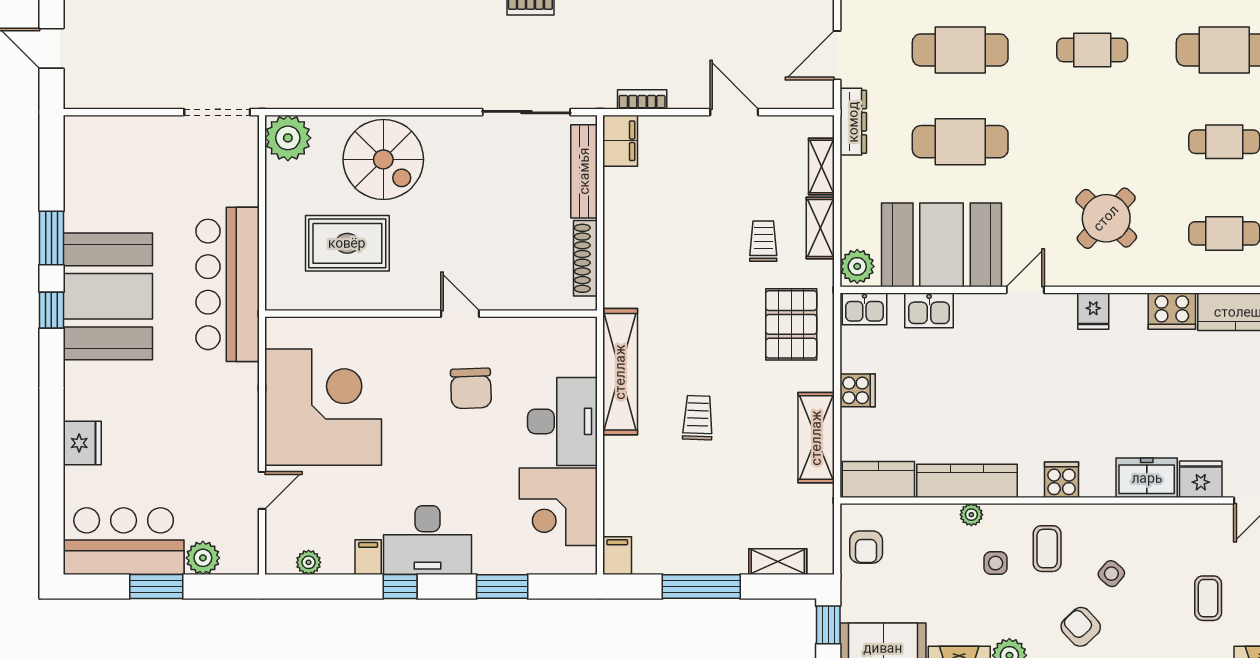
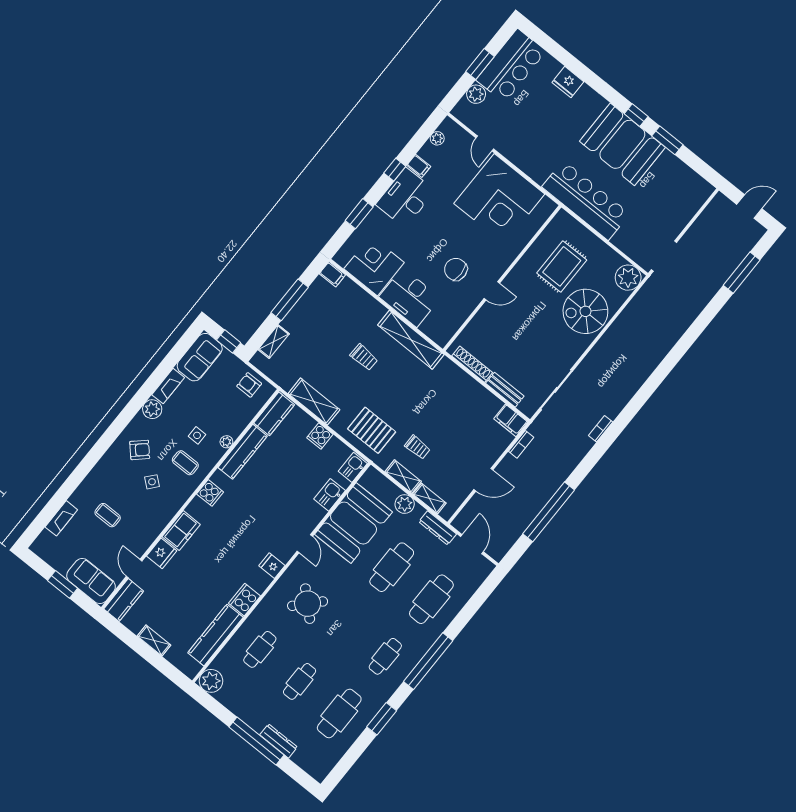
bench: (584, 171) -> (505, 390), width x0.73
plant: (857, 266) -> (405, 504), moved

